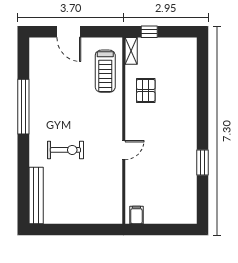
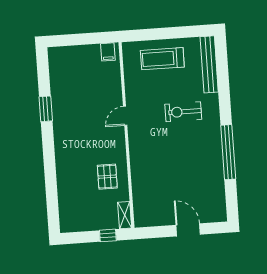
treadmill: (105, 71) -> (162, 59), moved, turned -90

